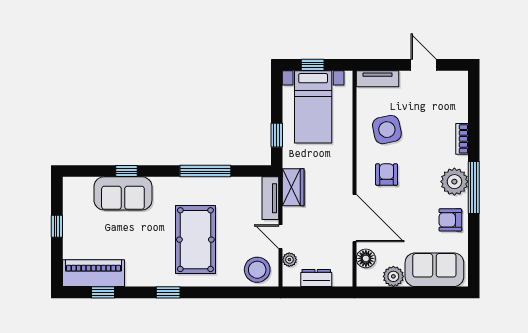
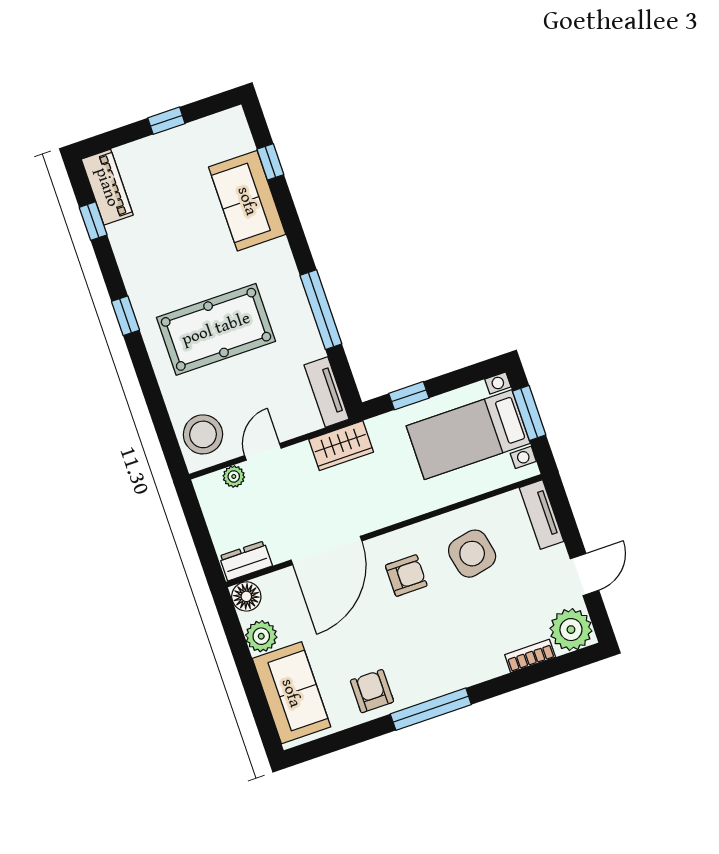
window: (313, 65) -> (529, 413), width x1.50
bookcase: (462, 139) -> (530, 656), moved
window: (126, 171) -> (270, 162), moved
plant: (454, 182) -> (571, 630), moved
tv unit: (270, 198) -> (327, 392), moved, turned -90
floor lamp: (366, 258) -> (246, 596), moved
piano: (94, 273) -> (107, 187), width x0.73, depth x0.75
dresser: (316, 278) -> (246, 561), moved, turned -90

